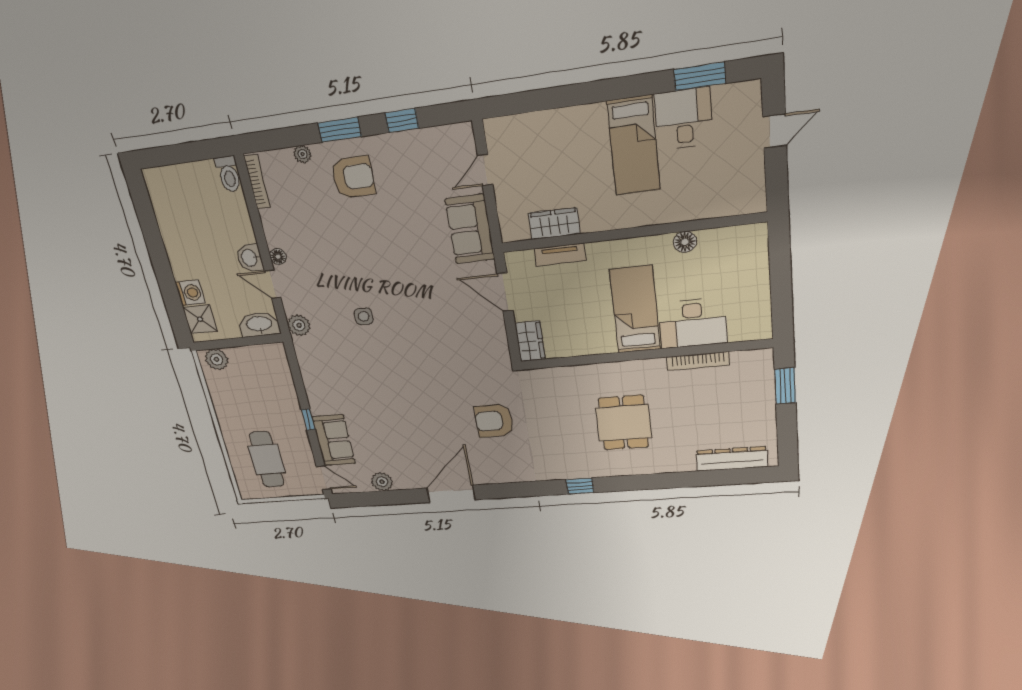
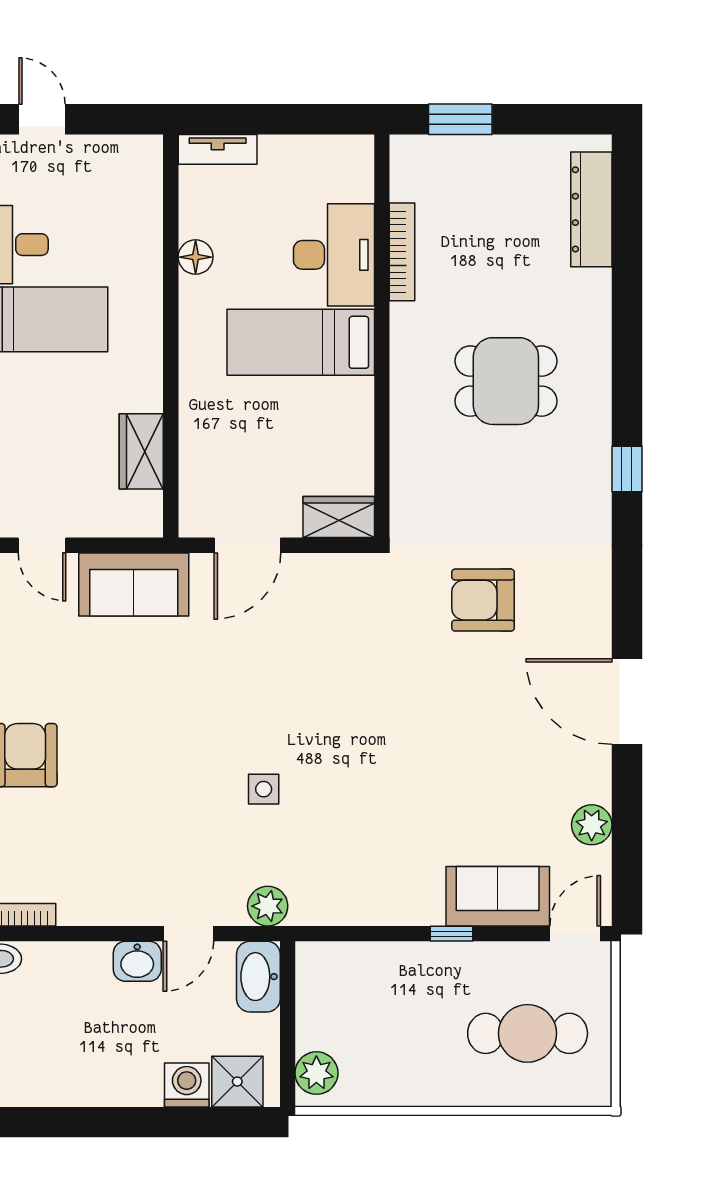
tv unit: (560, 255) -> (218, 149), moved, turned 90
floor lamp: (278, 257) -> (141, 912), removed
armchair: (494, 421) -> (483, 600), turned 90

